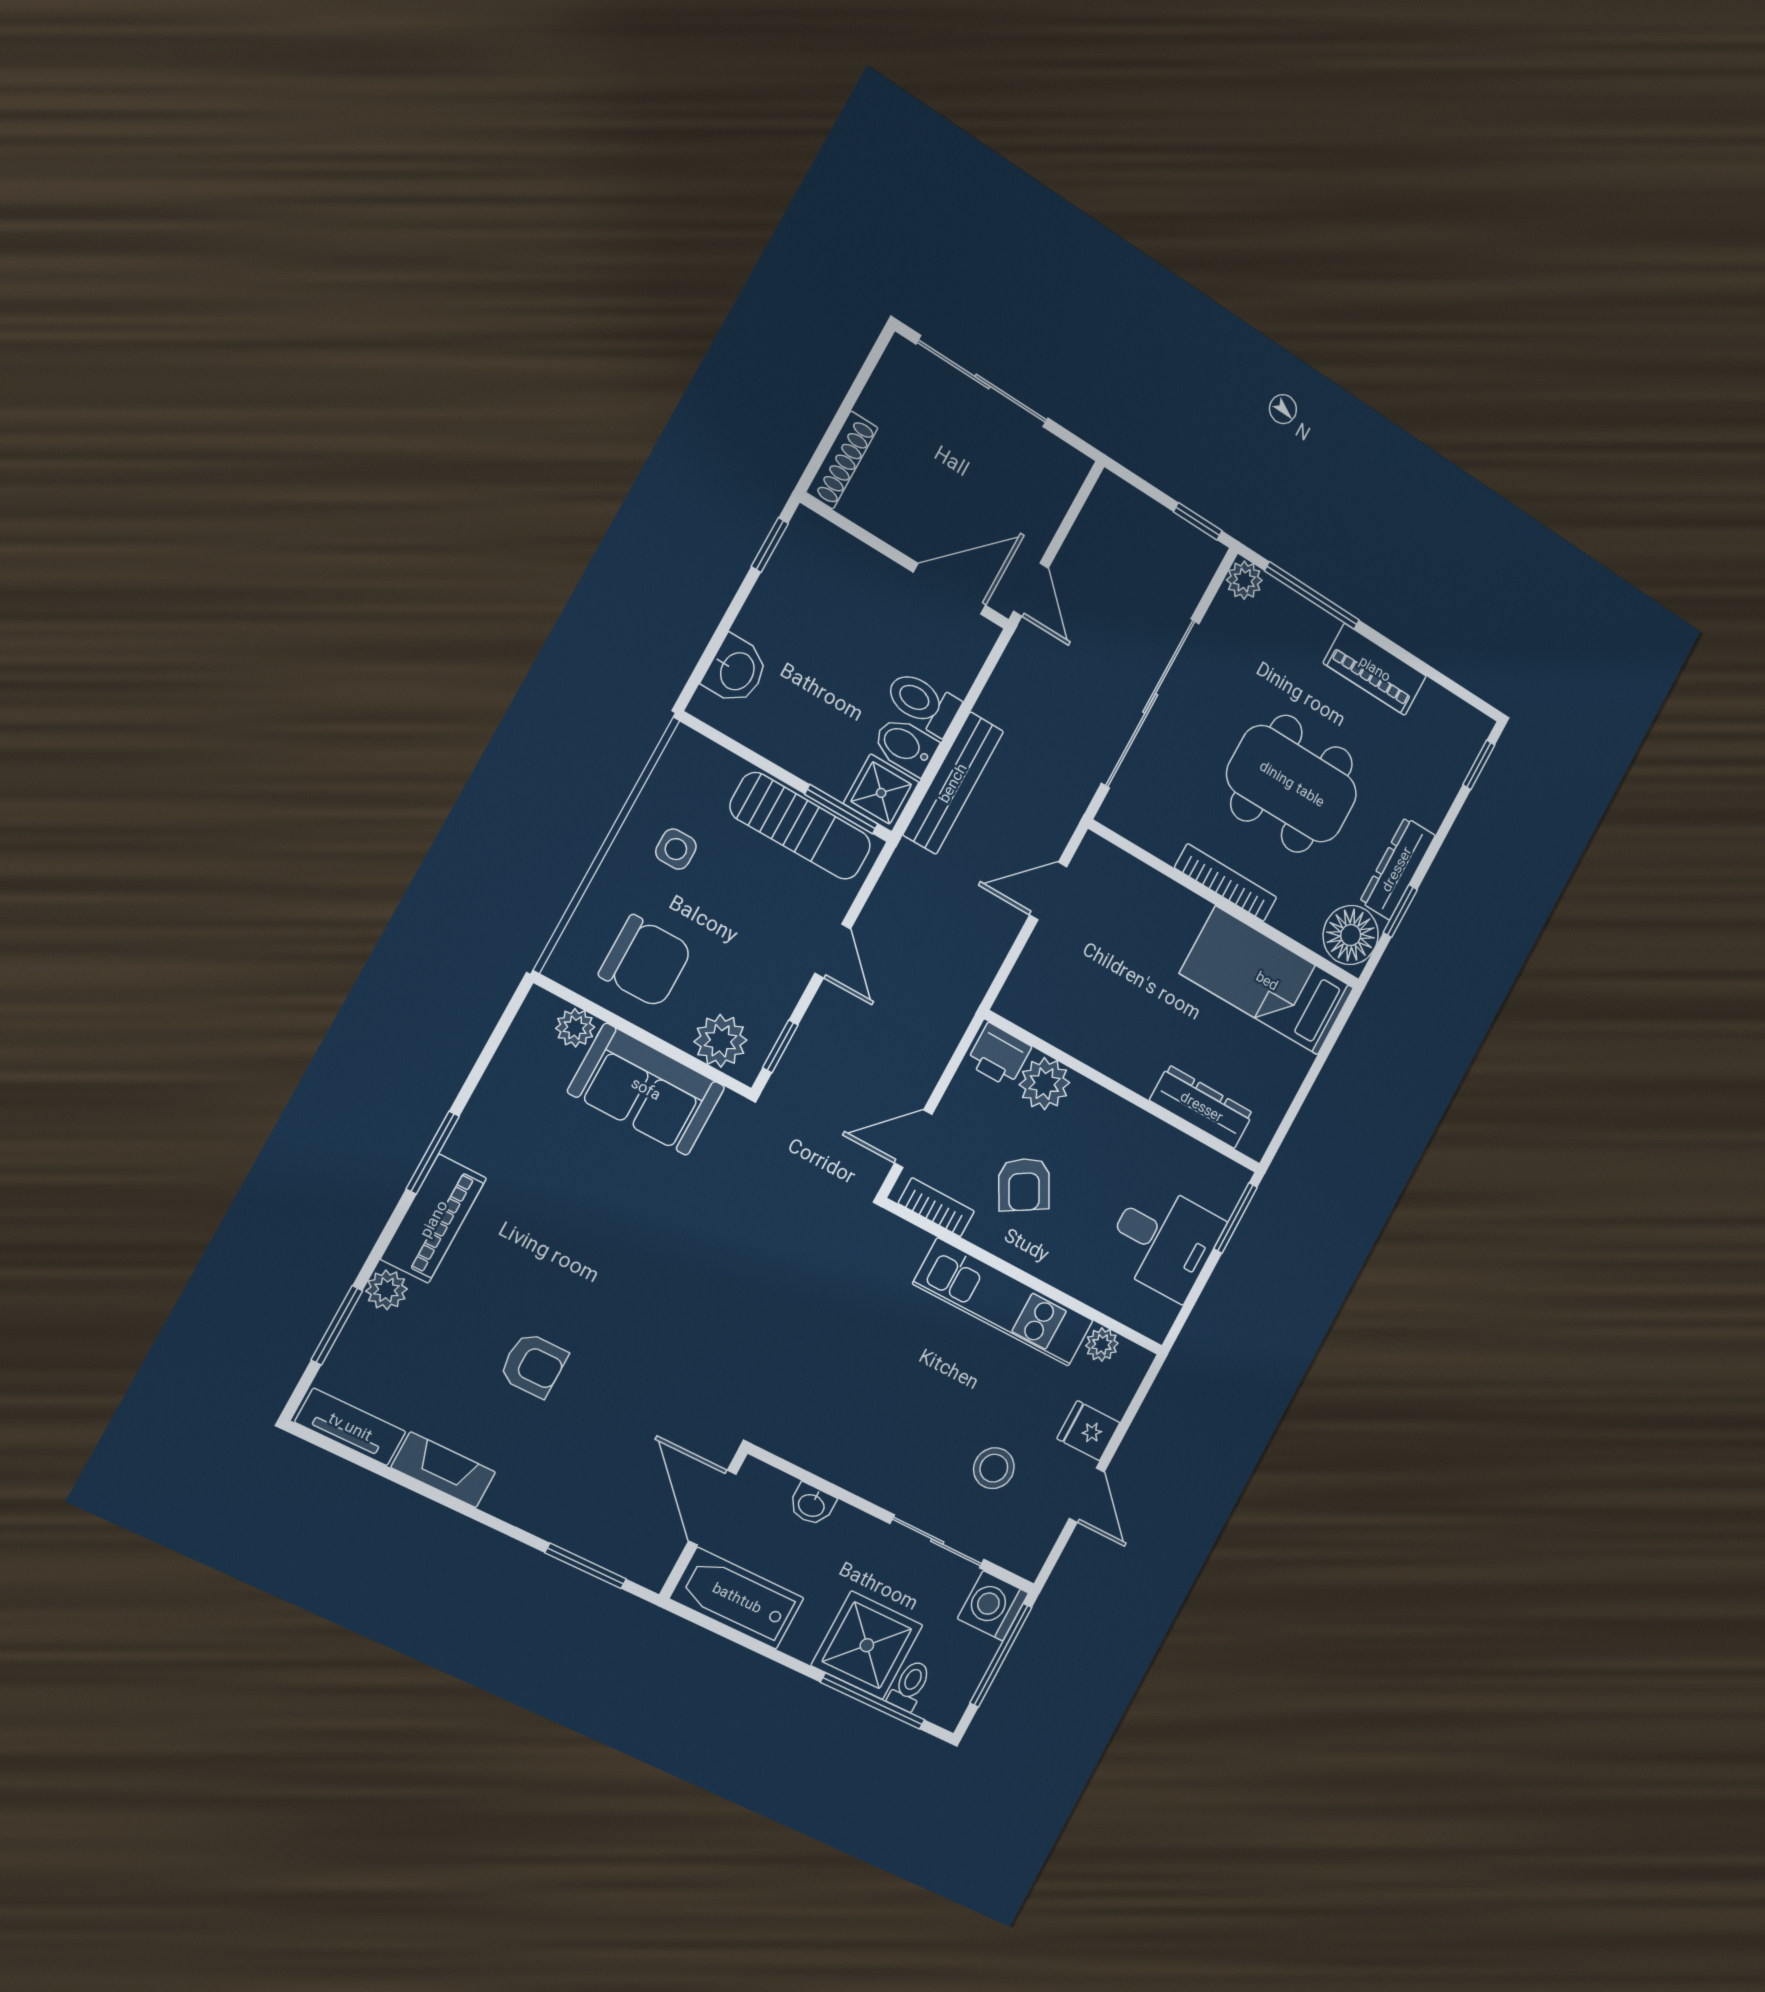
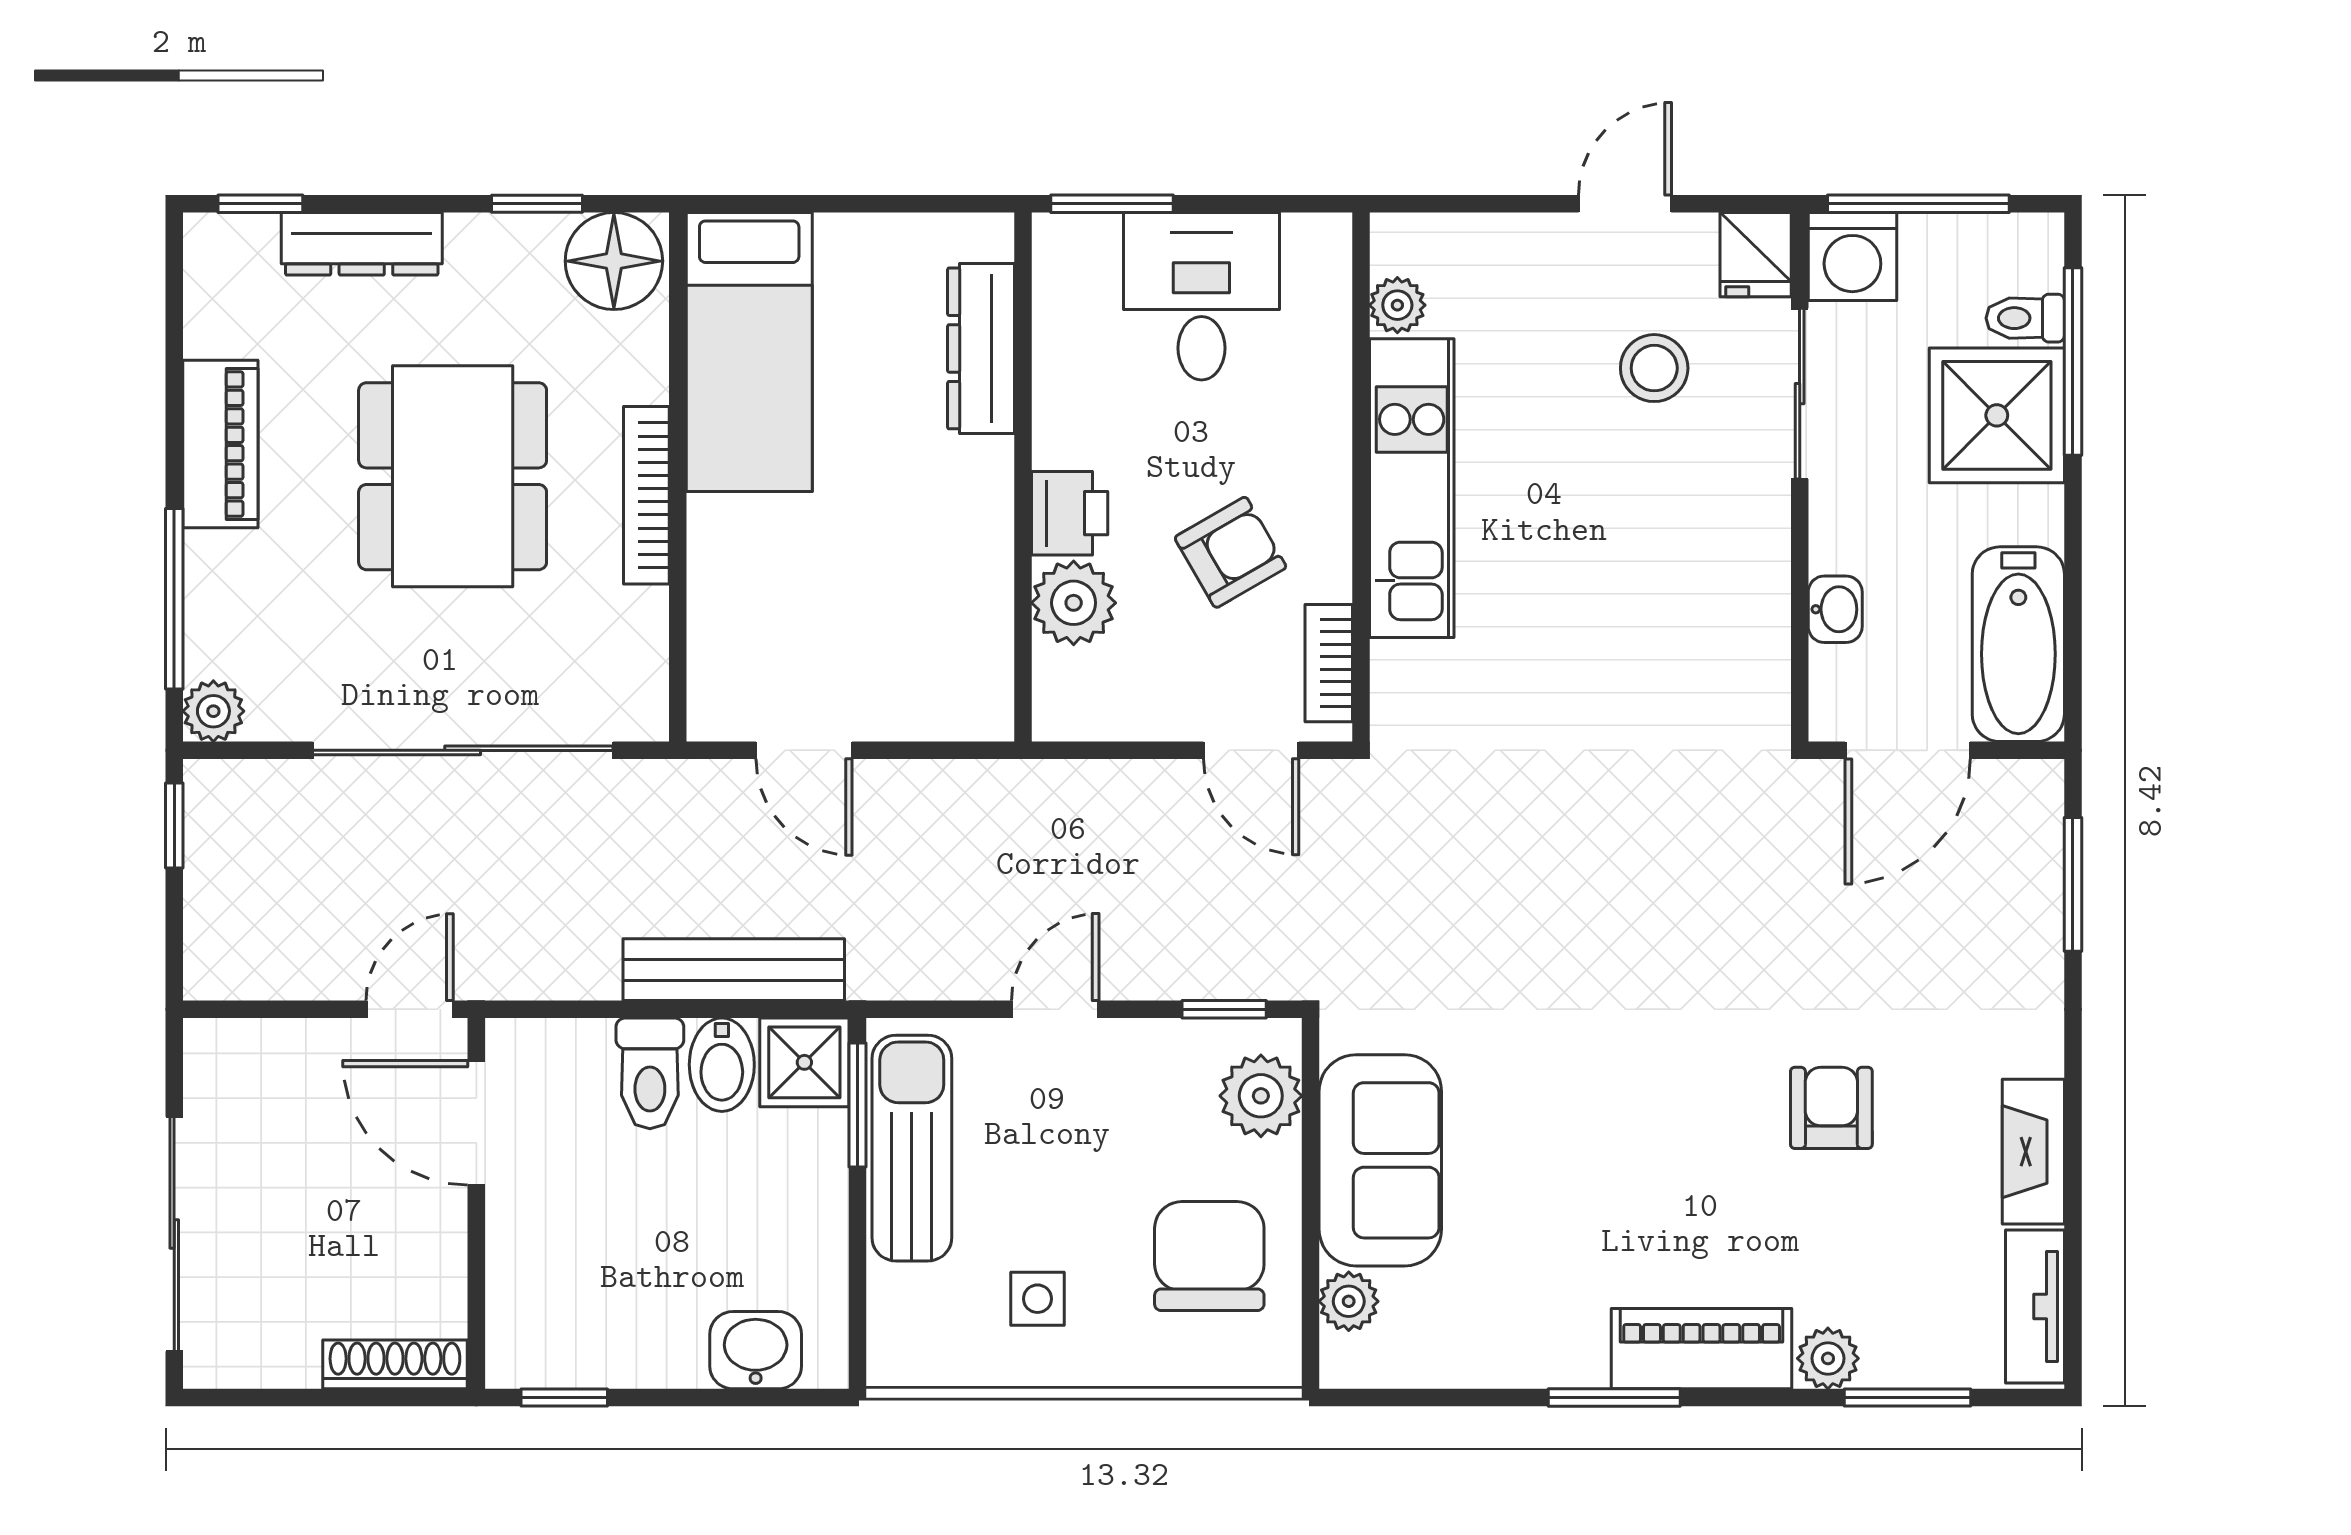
dresser: (1397, 869) -> (362, 244), moved
printer: (999, 1055) -> (1070, 513), moved
fridge: (1088, 1431) -> (1756, 255), moved

